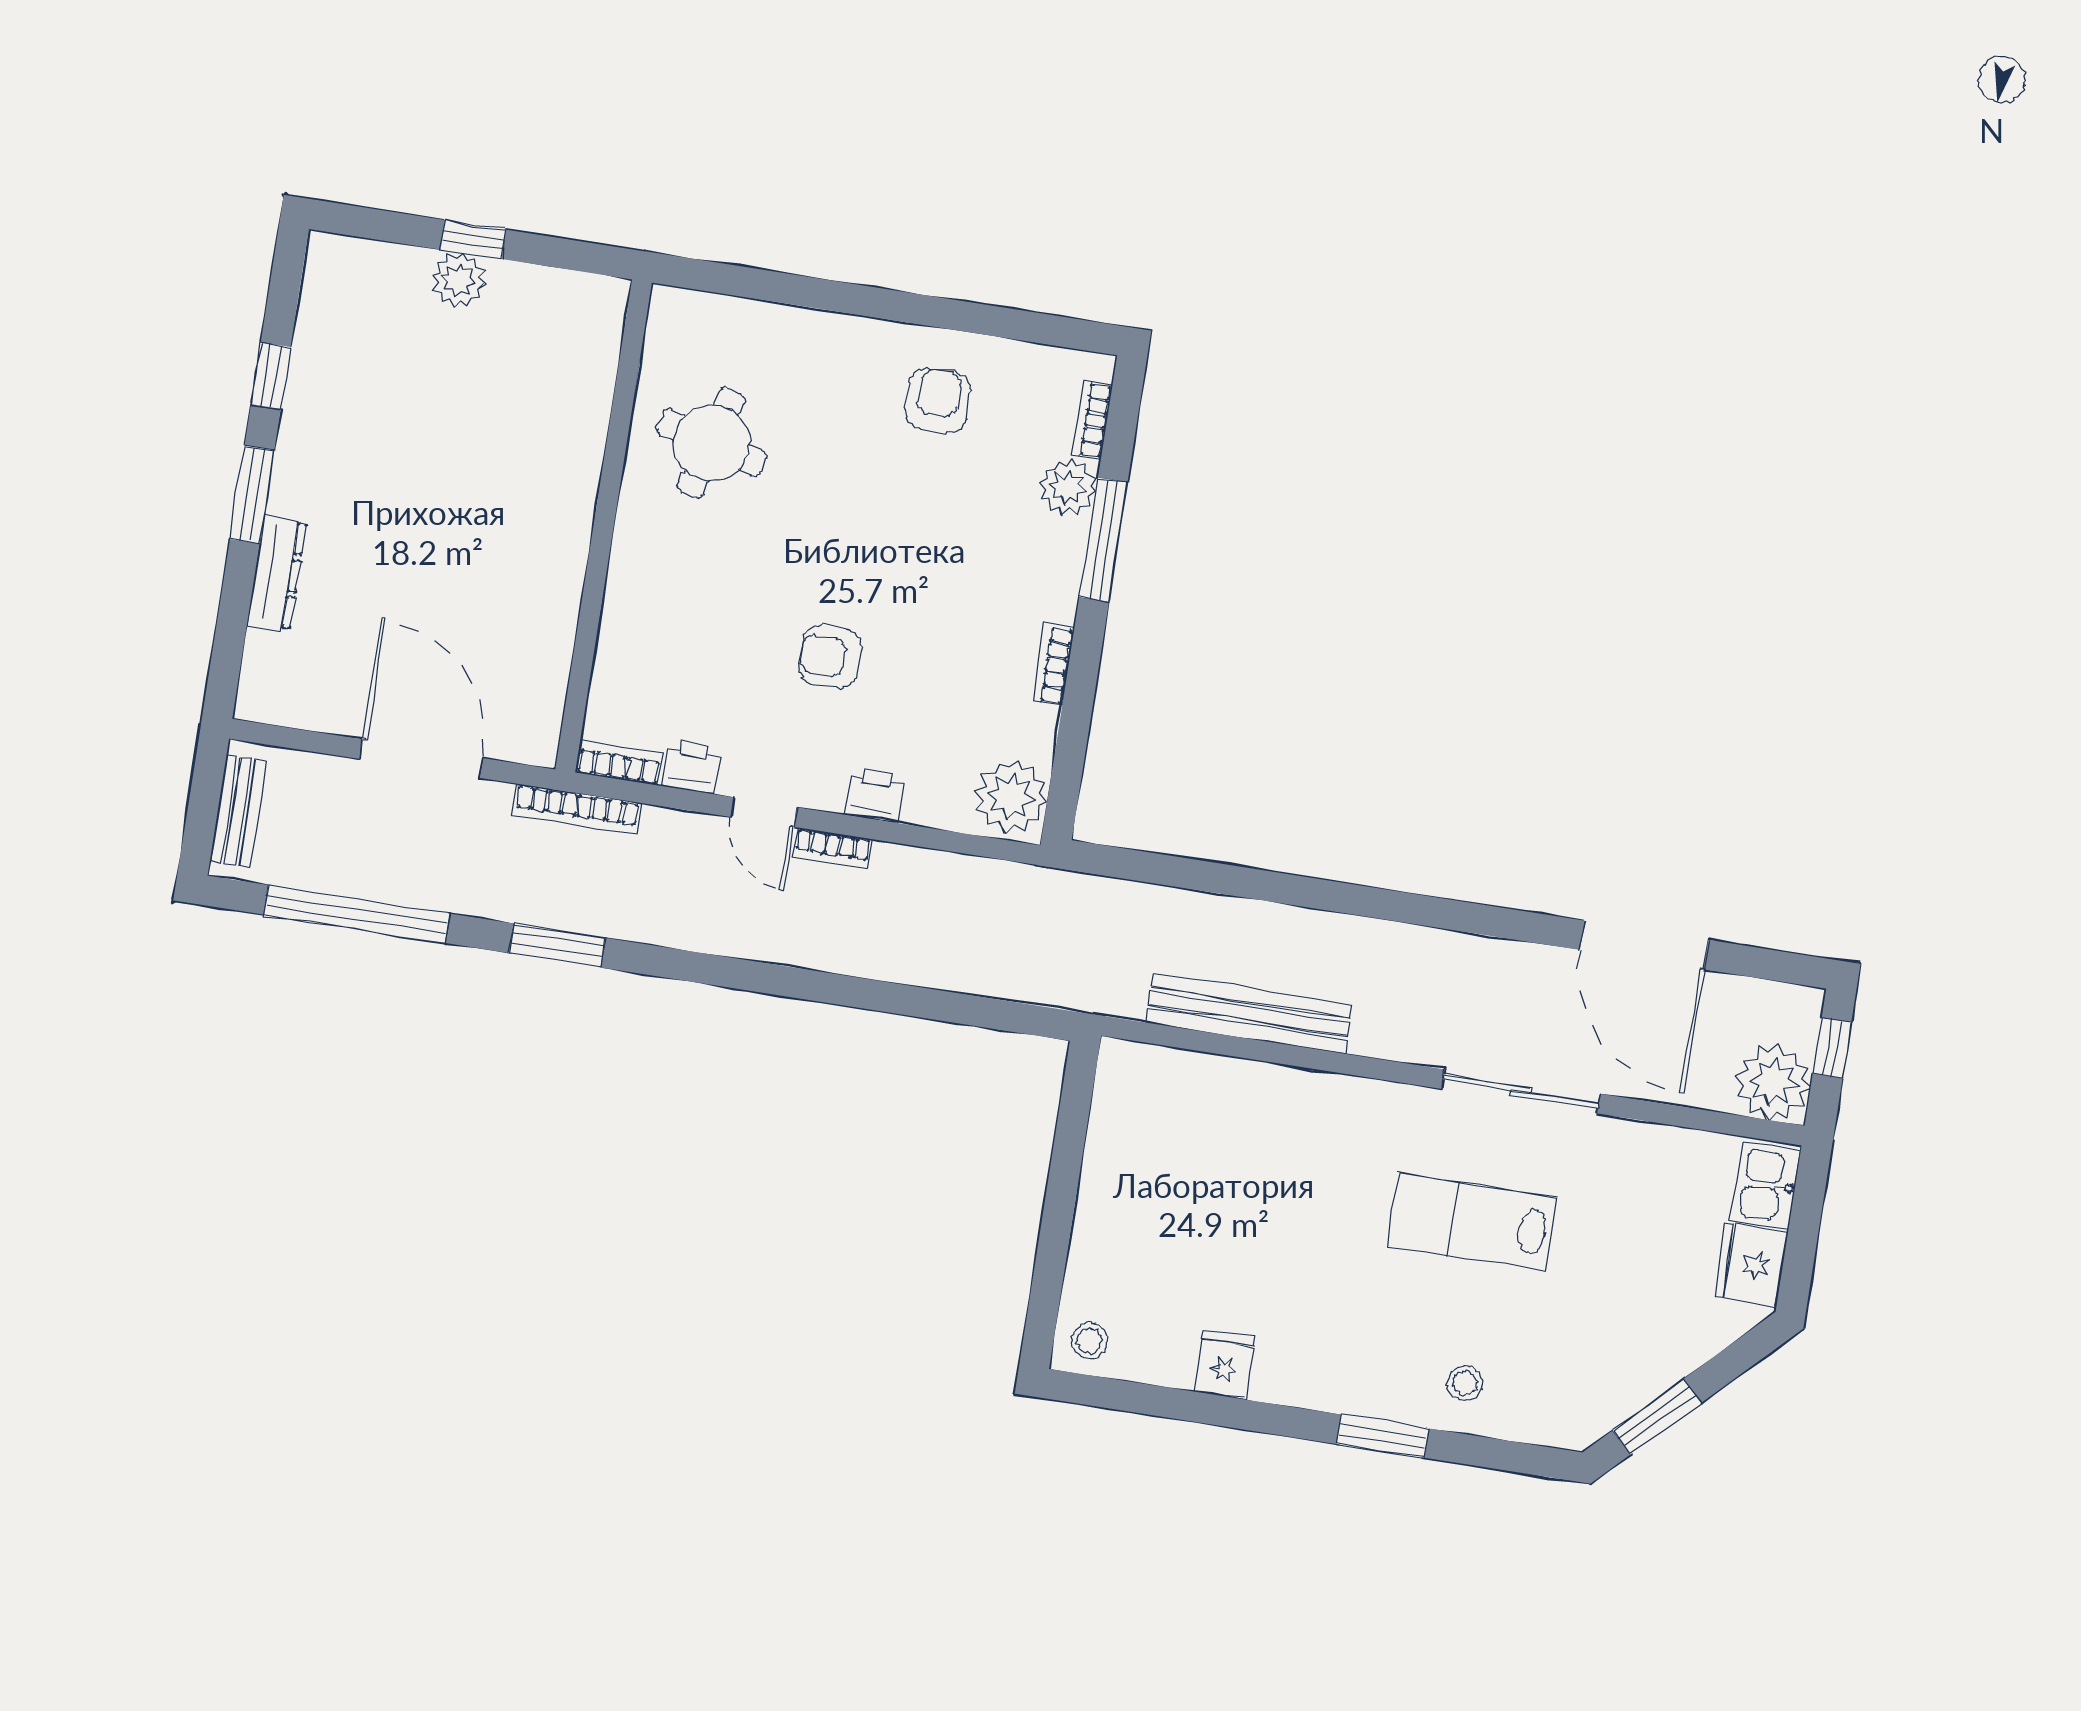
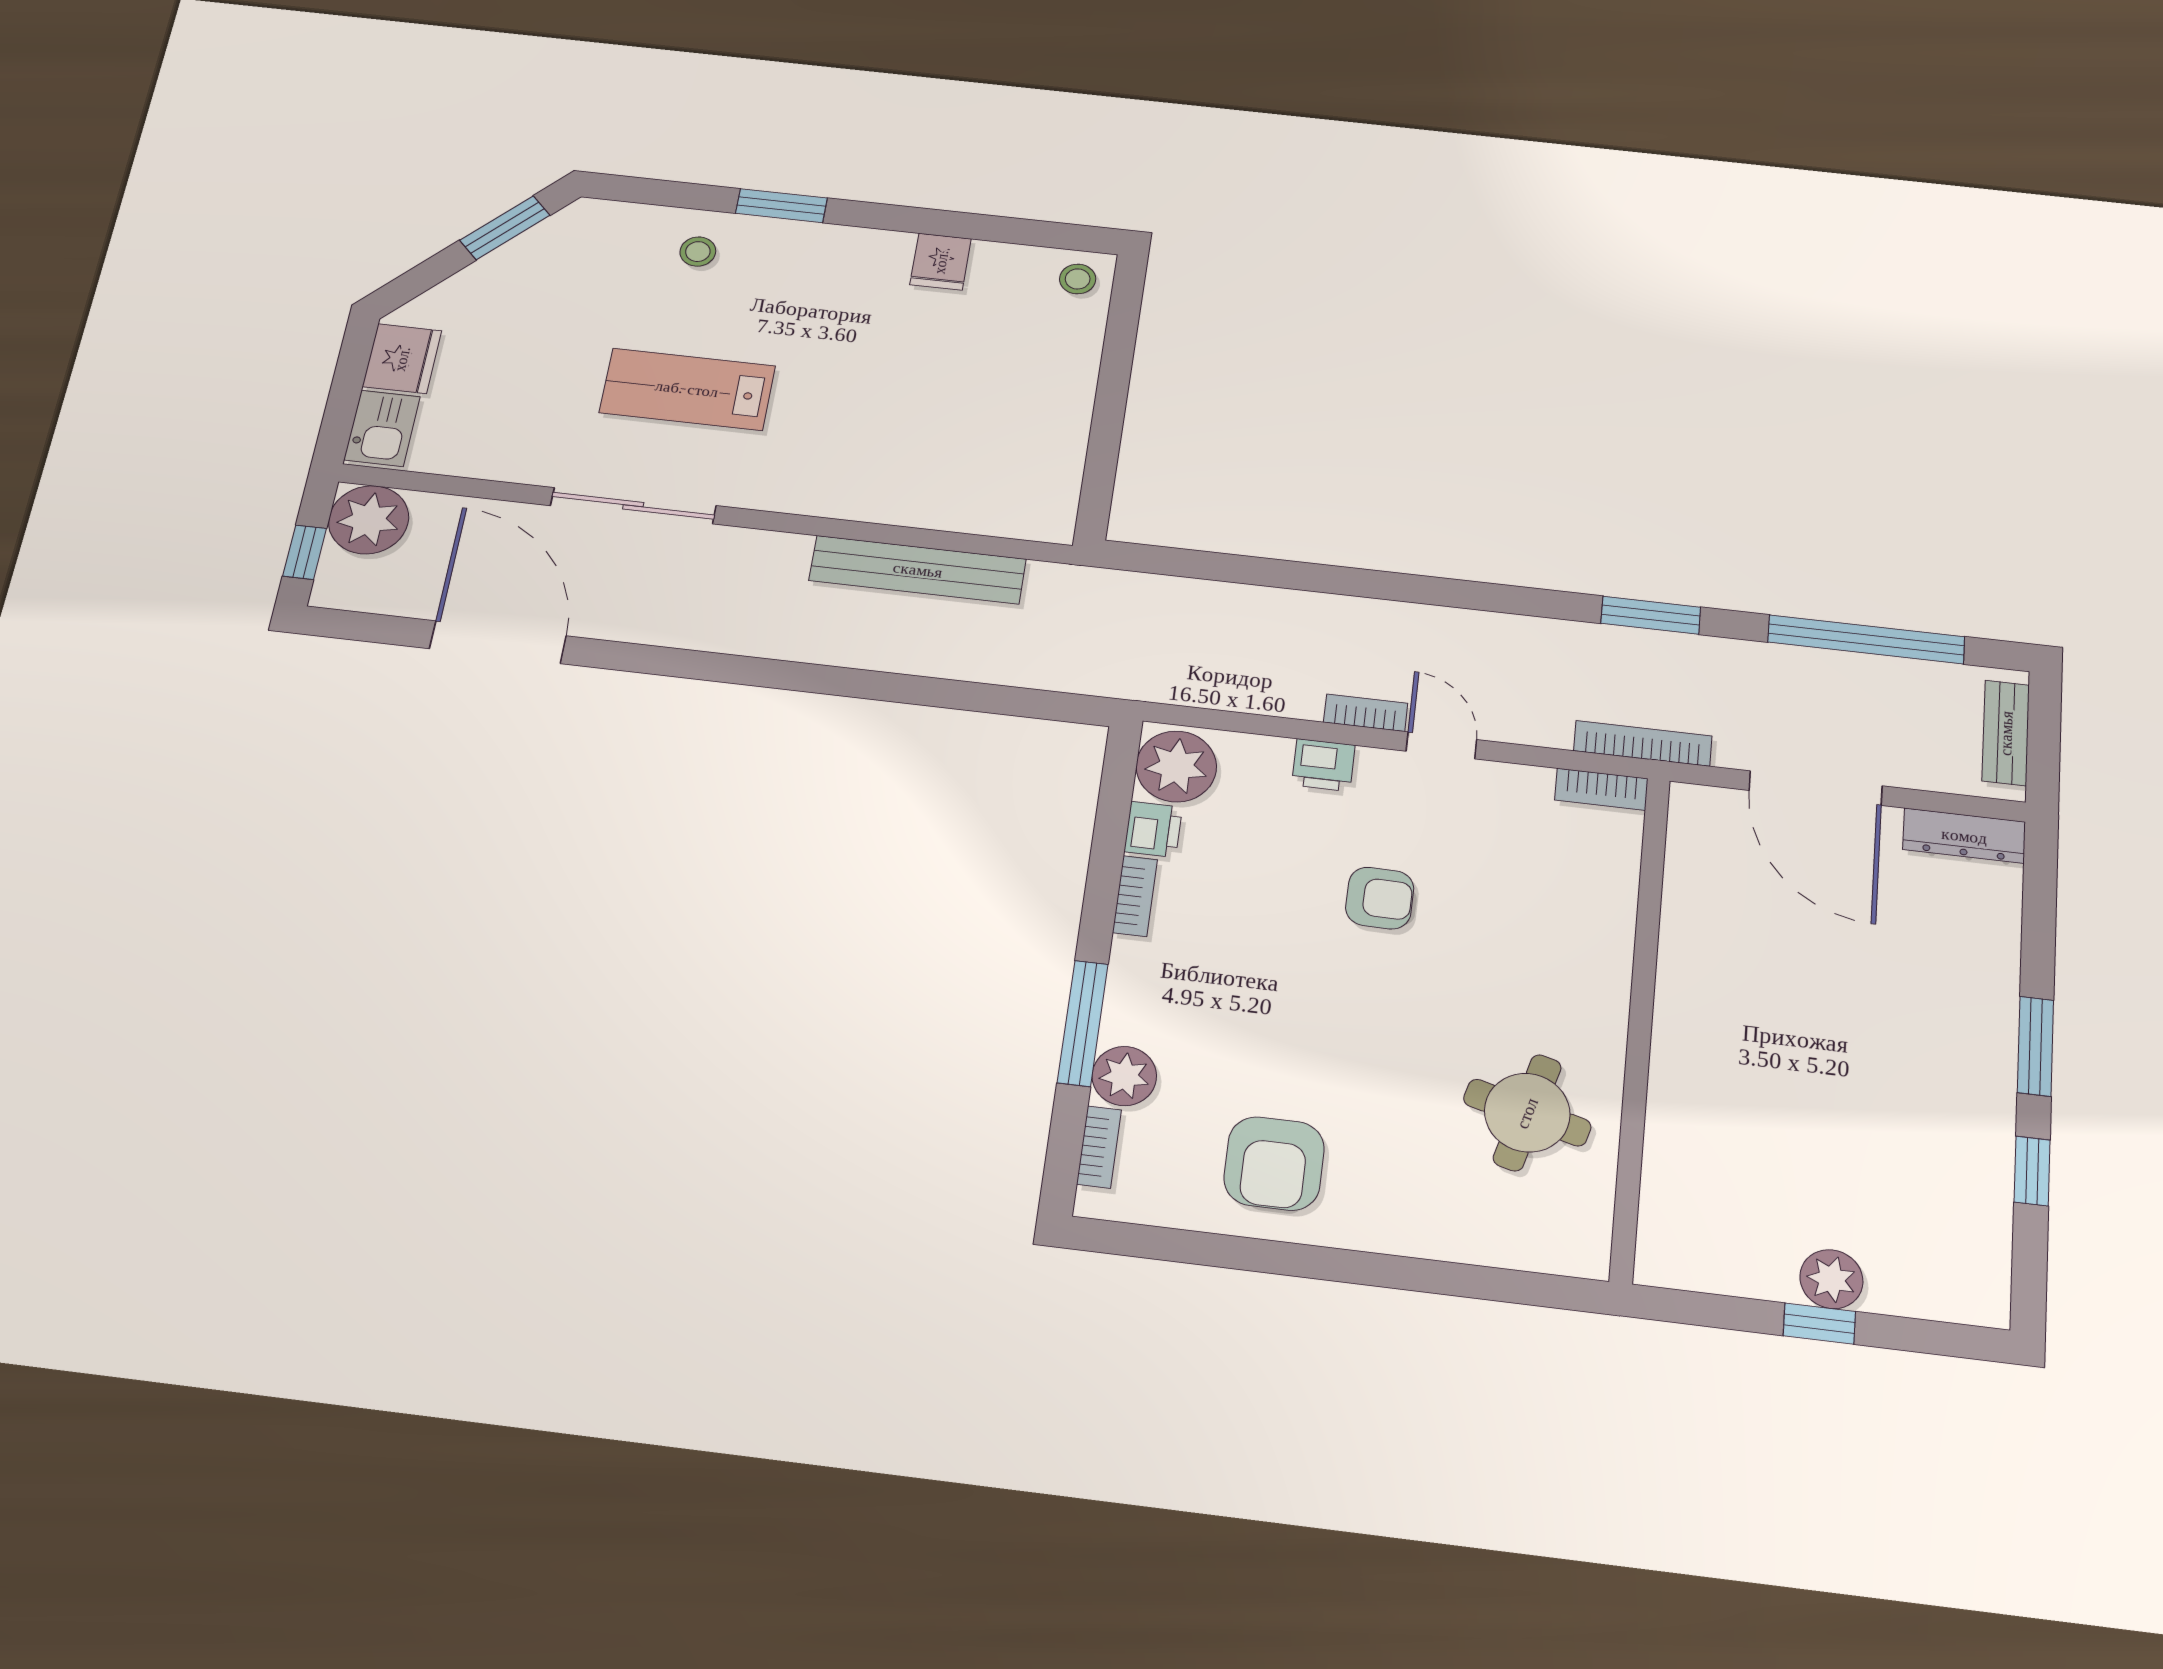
armchair: (938, 400) -> (1274, 1163), width x1.38, depth x1.38
dresser: (277, 573) -> (1964, 836), moved, turned -90
printer: (691, 767) -> (1153, 829), moved, turned -90
lab bench: (1472, 1222) -> (687, 389), turned 180

